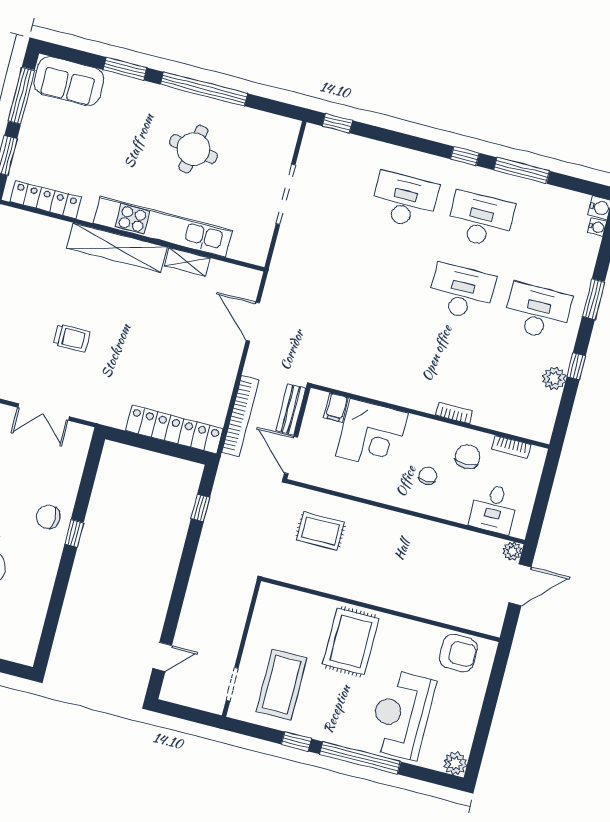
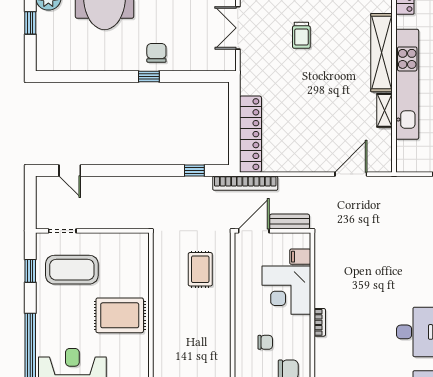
bookcase: (454, 413) -> (320, 322), moved
bookcase: (240, 416) -> (245, 183), moved
window: (296, 741) -> (30, 271), moved

